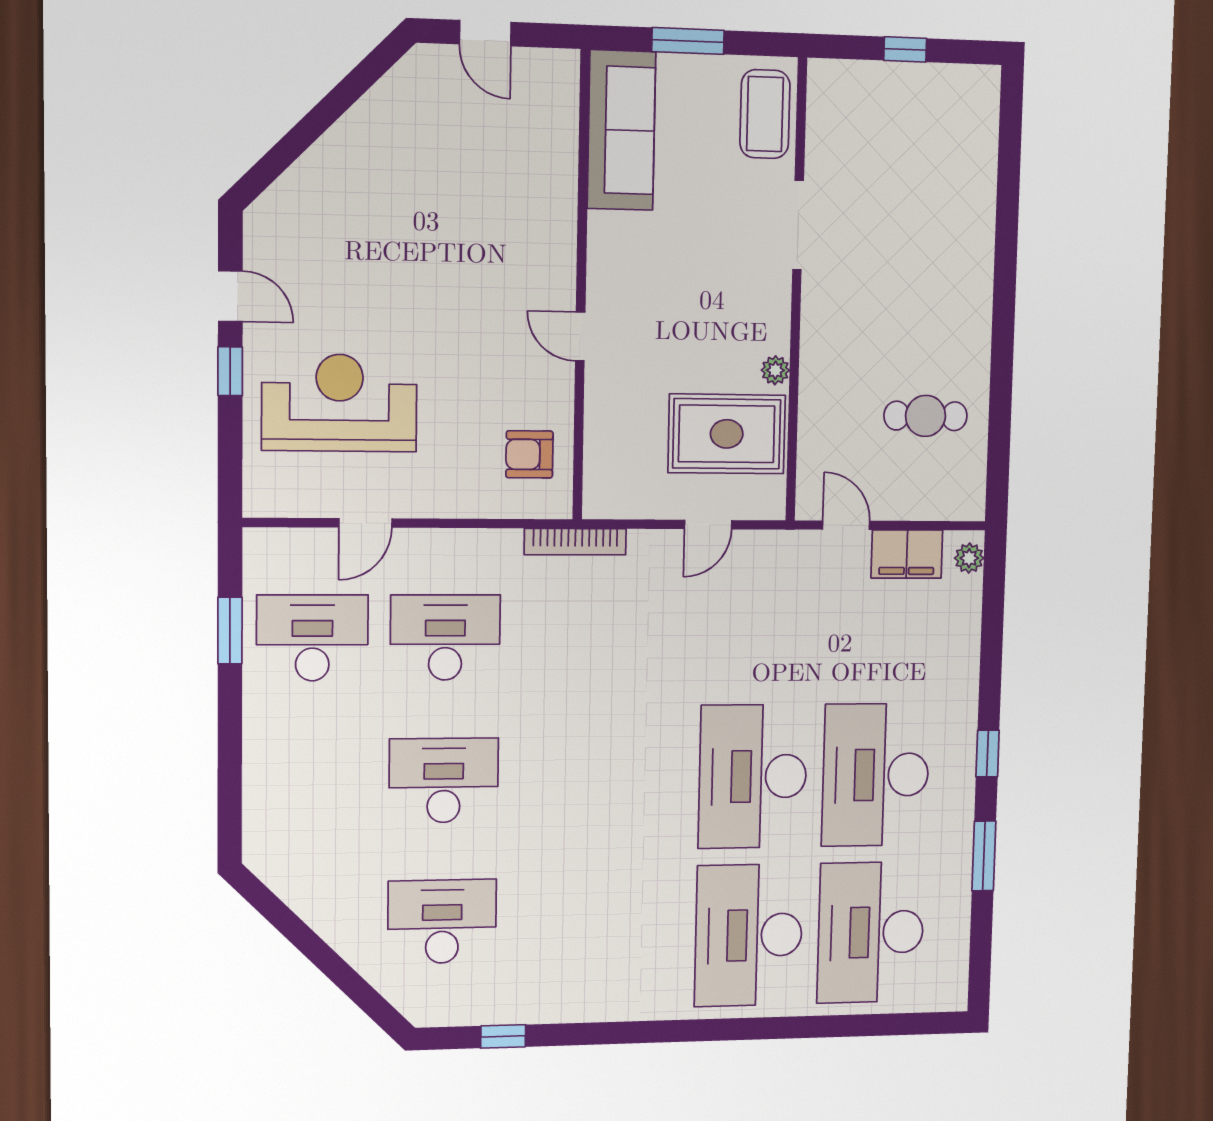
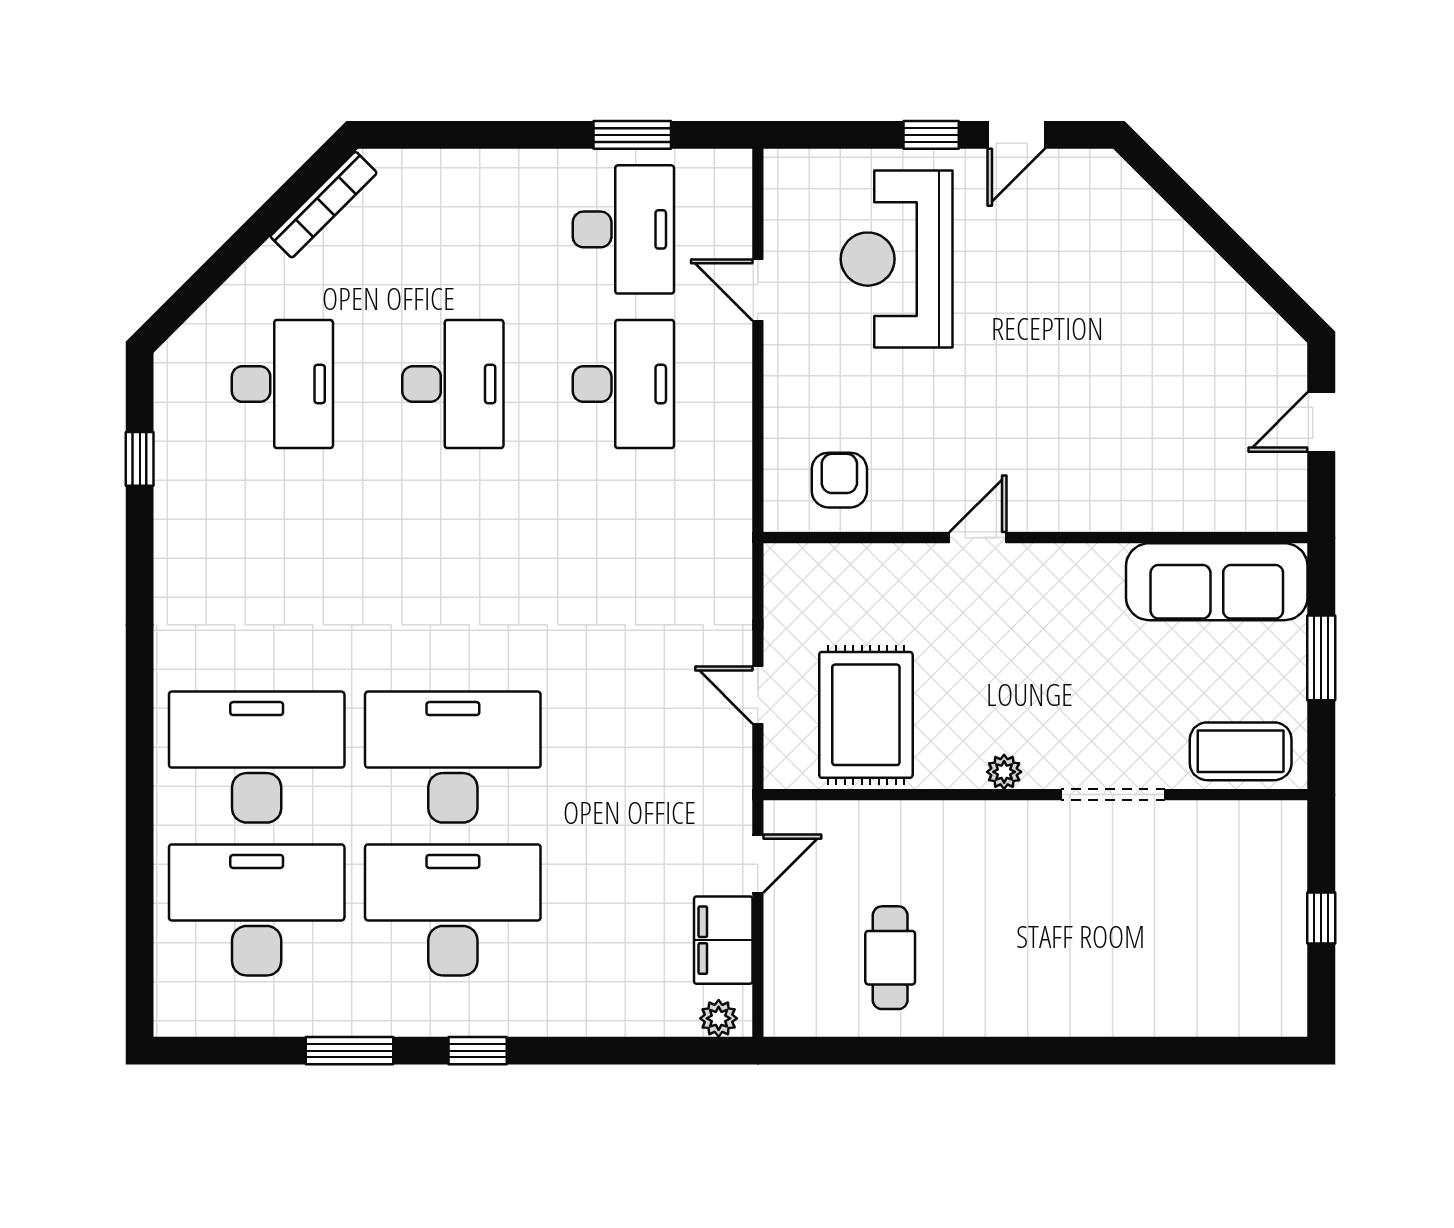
plant: (775, 370) -> (1004, 772), moved
reception desk: (339, 403) -> (897, 259), turned 180
bookcase: (575, 542) -> (324, 205), moved, turned -135

